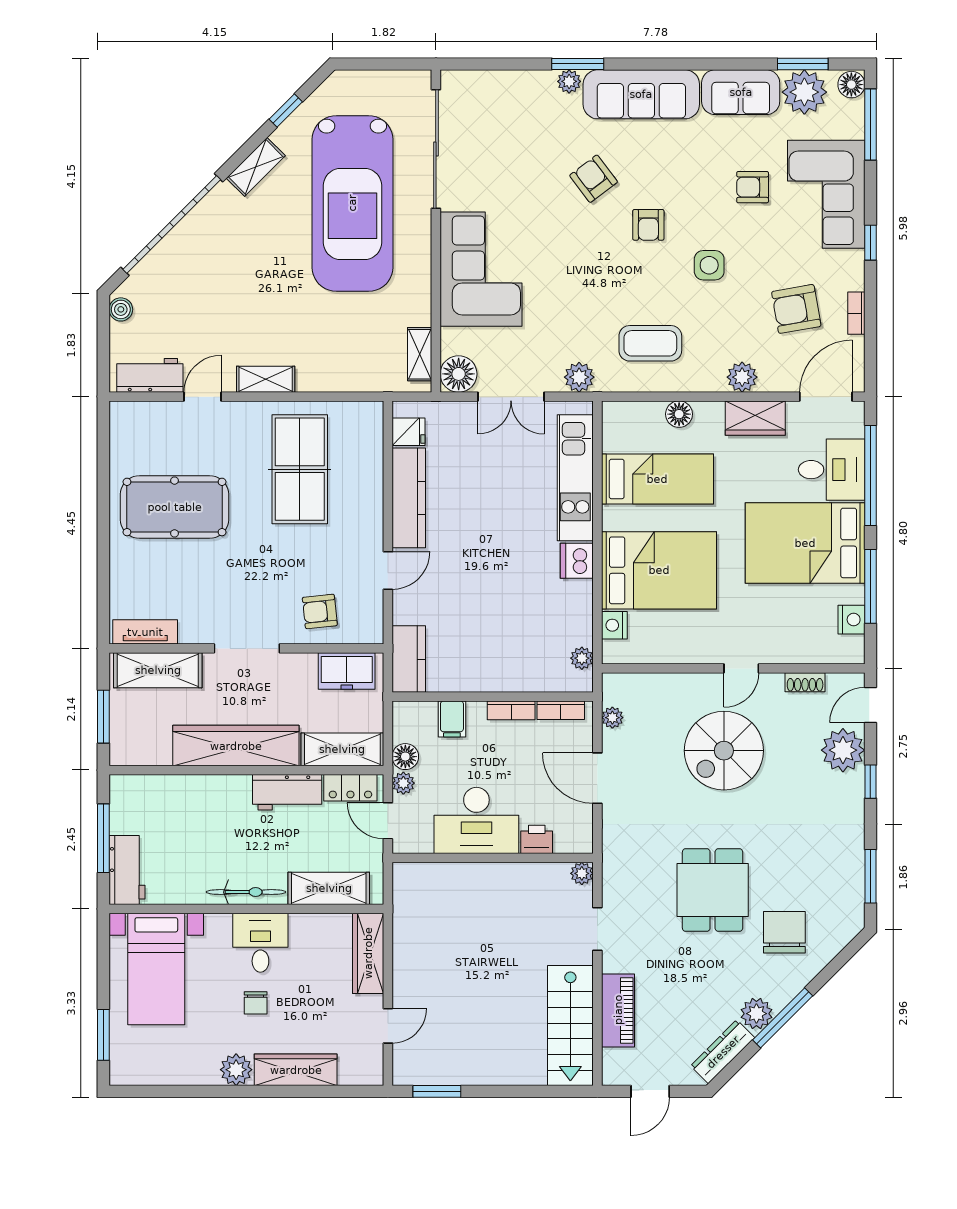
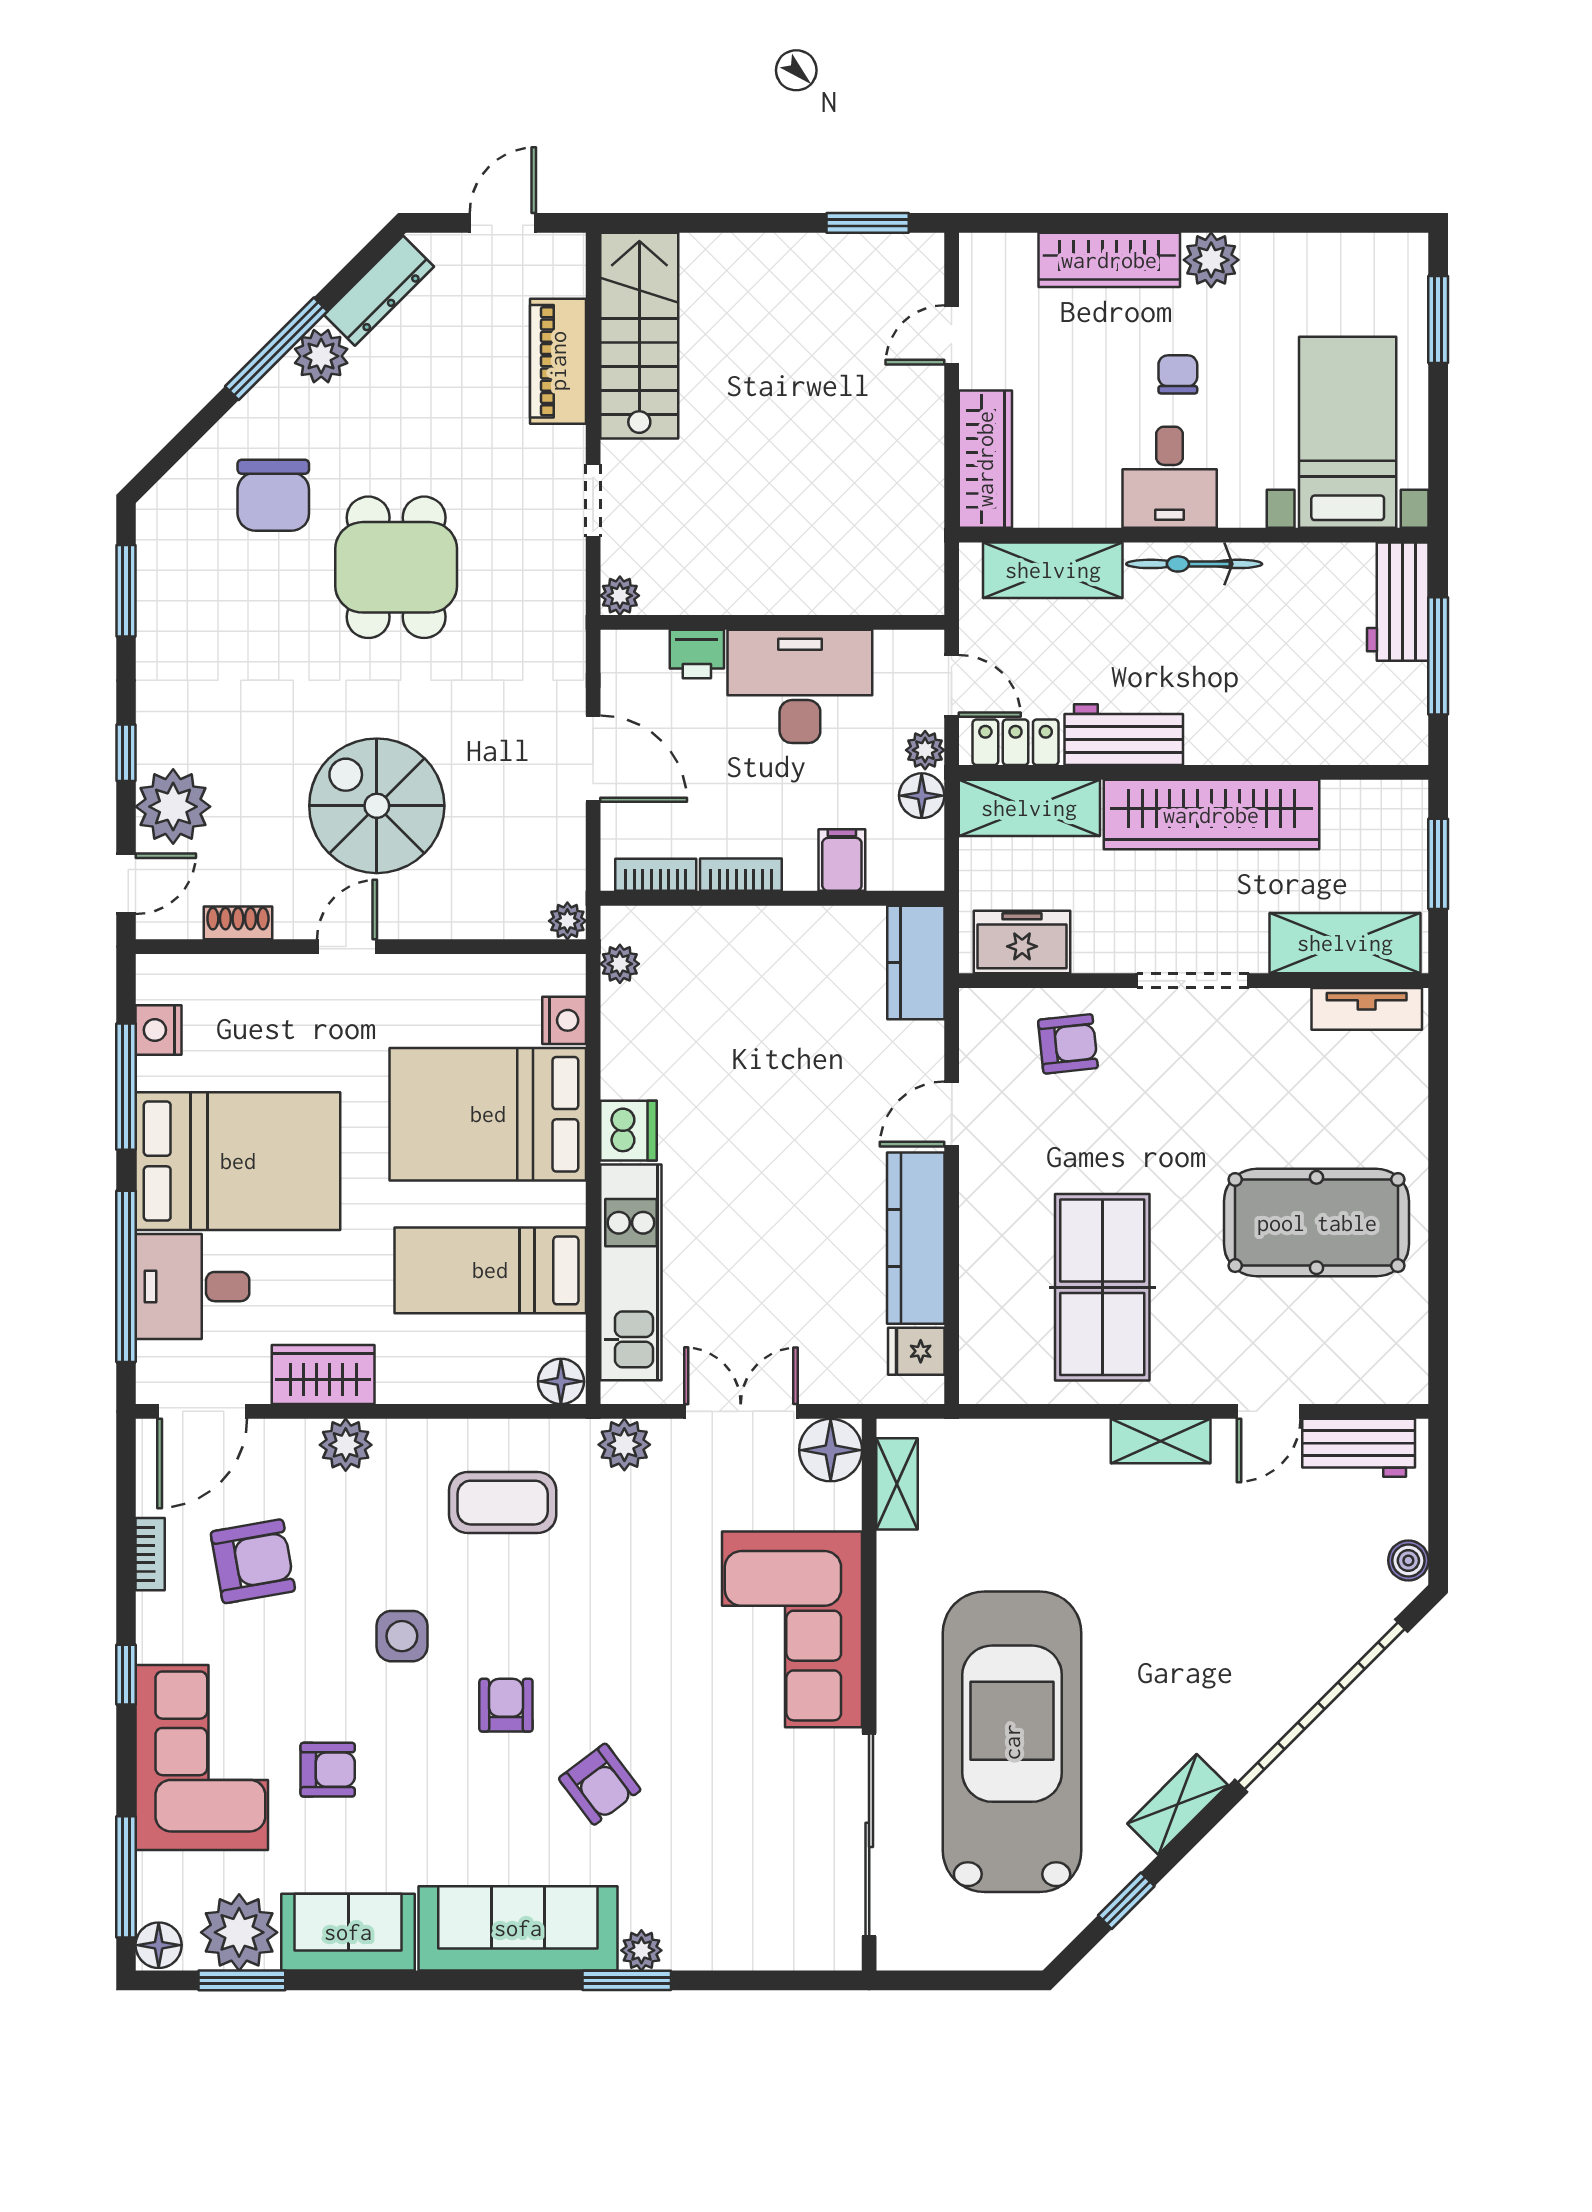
floor lamp: (679, 414) -> (561, 1381), moved
plant: (612, 718) -> (567, 921), moved
spiral stairs: (724, 751) -> (377, 806), turned -90

